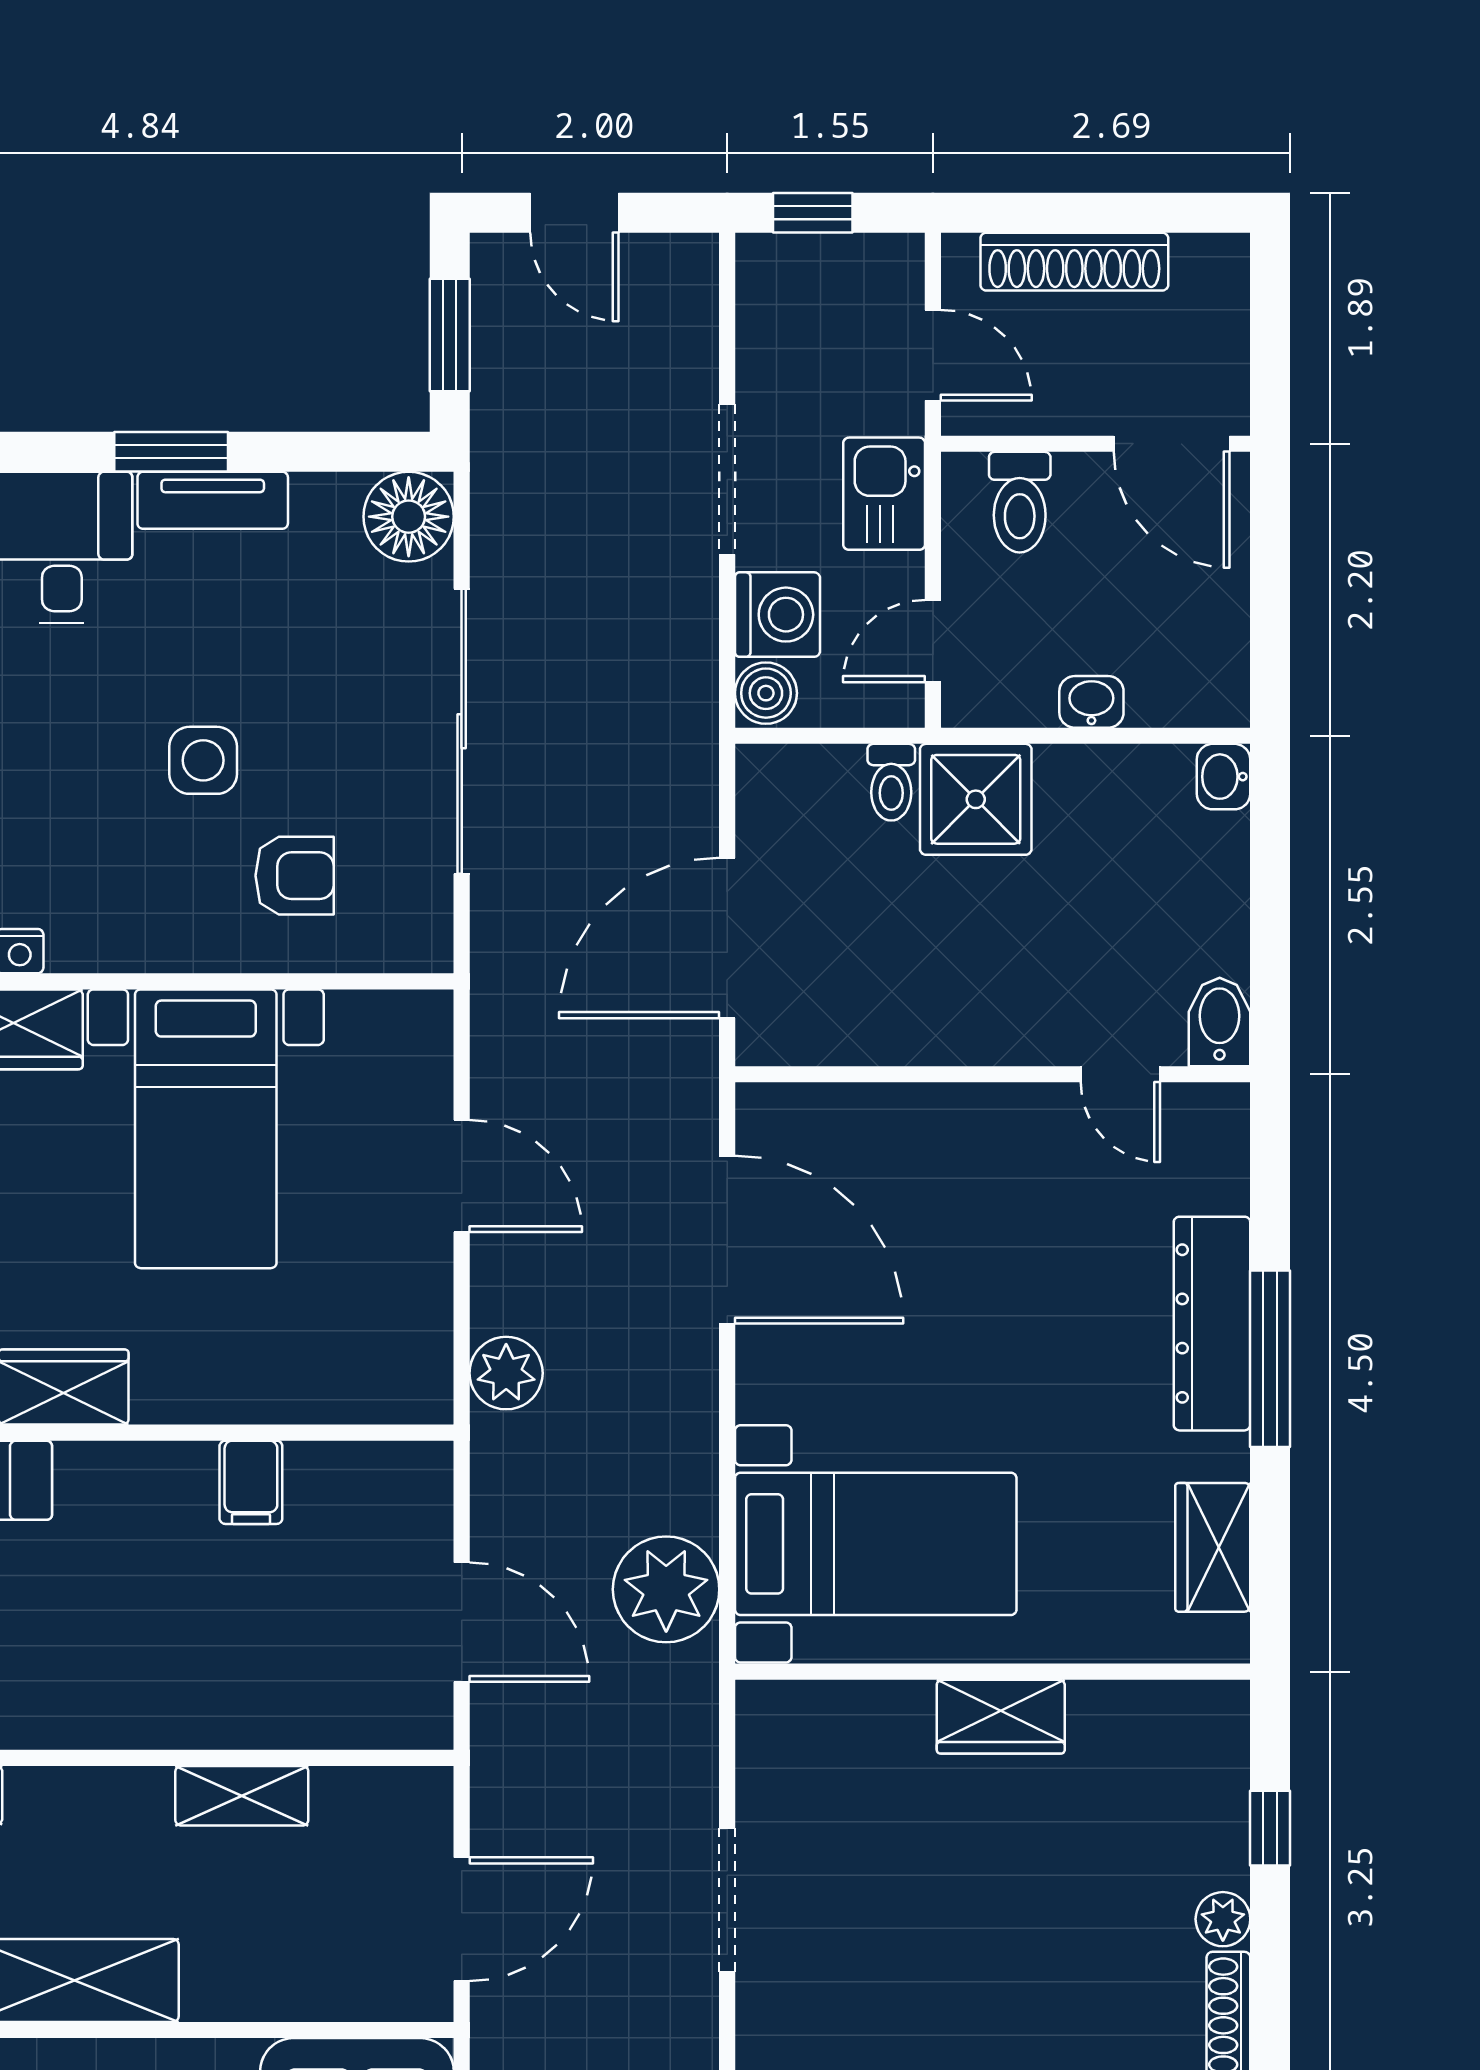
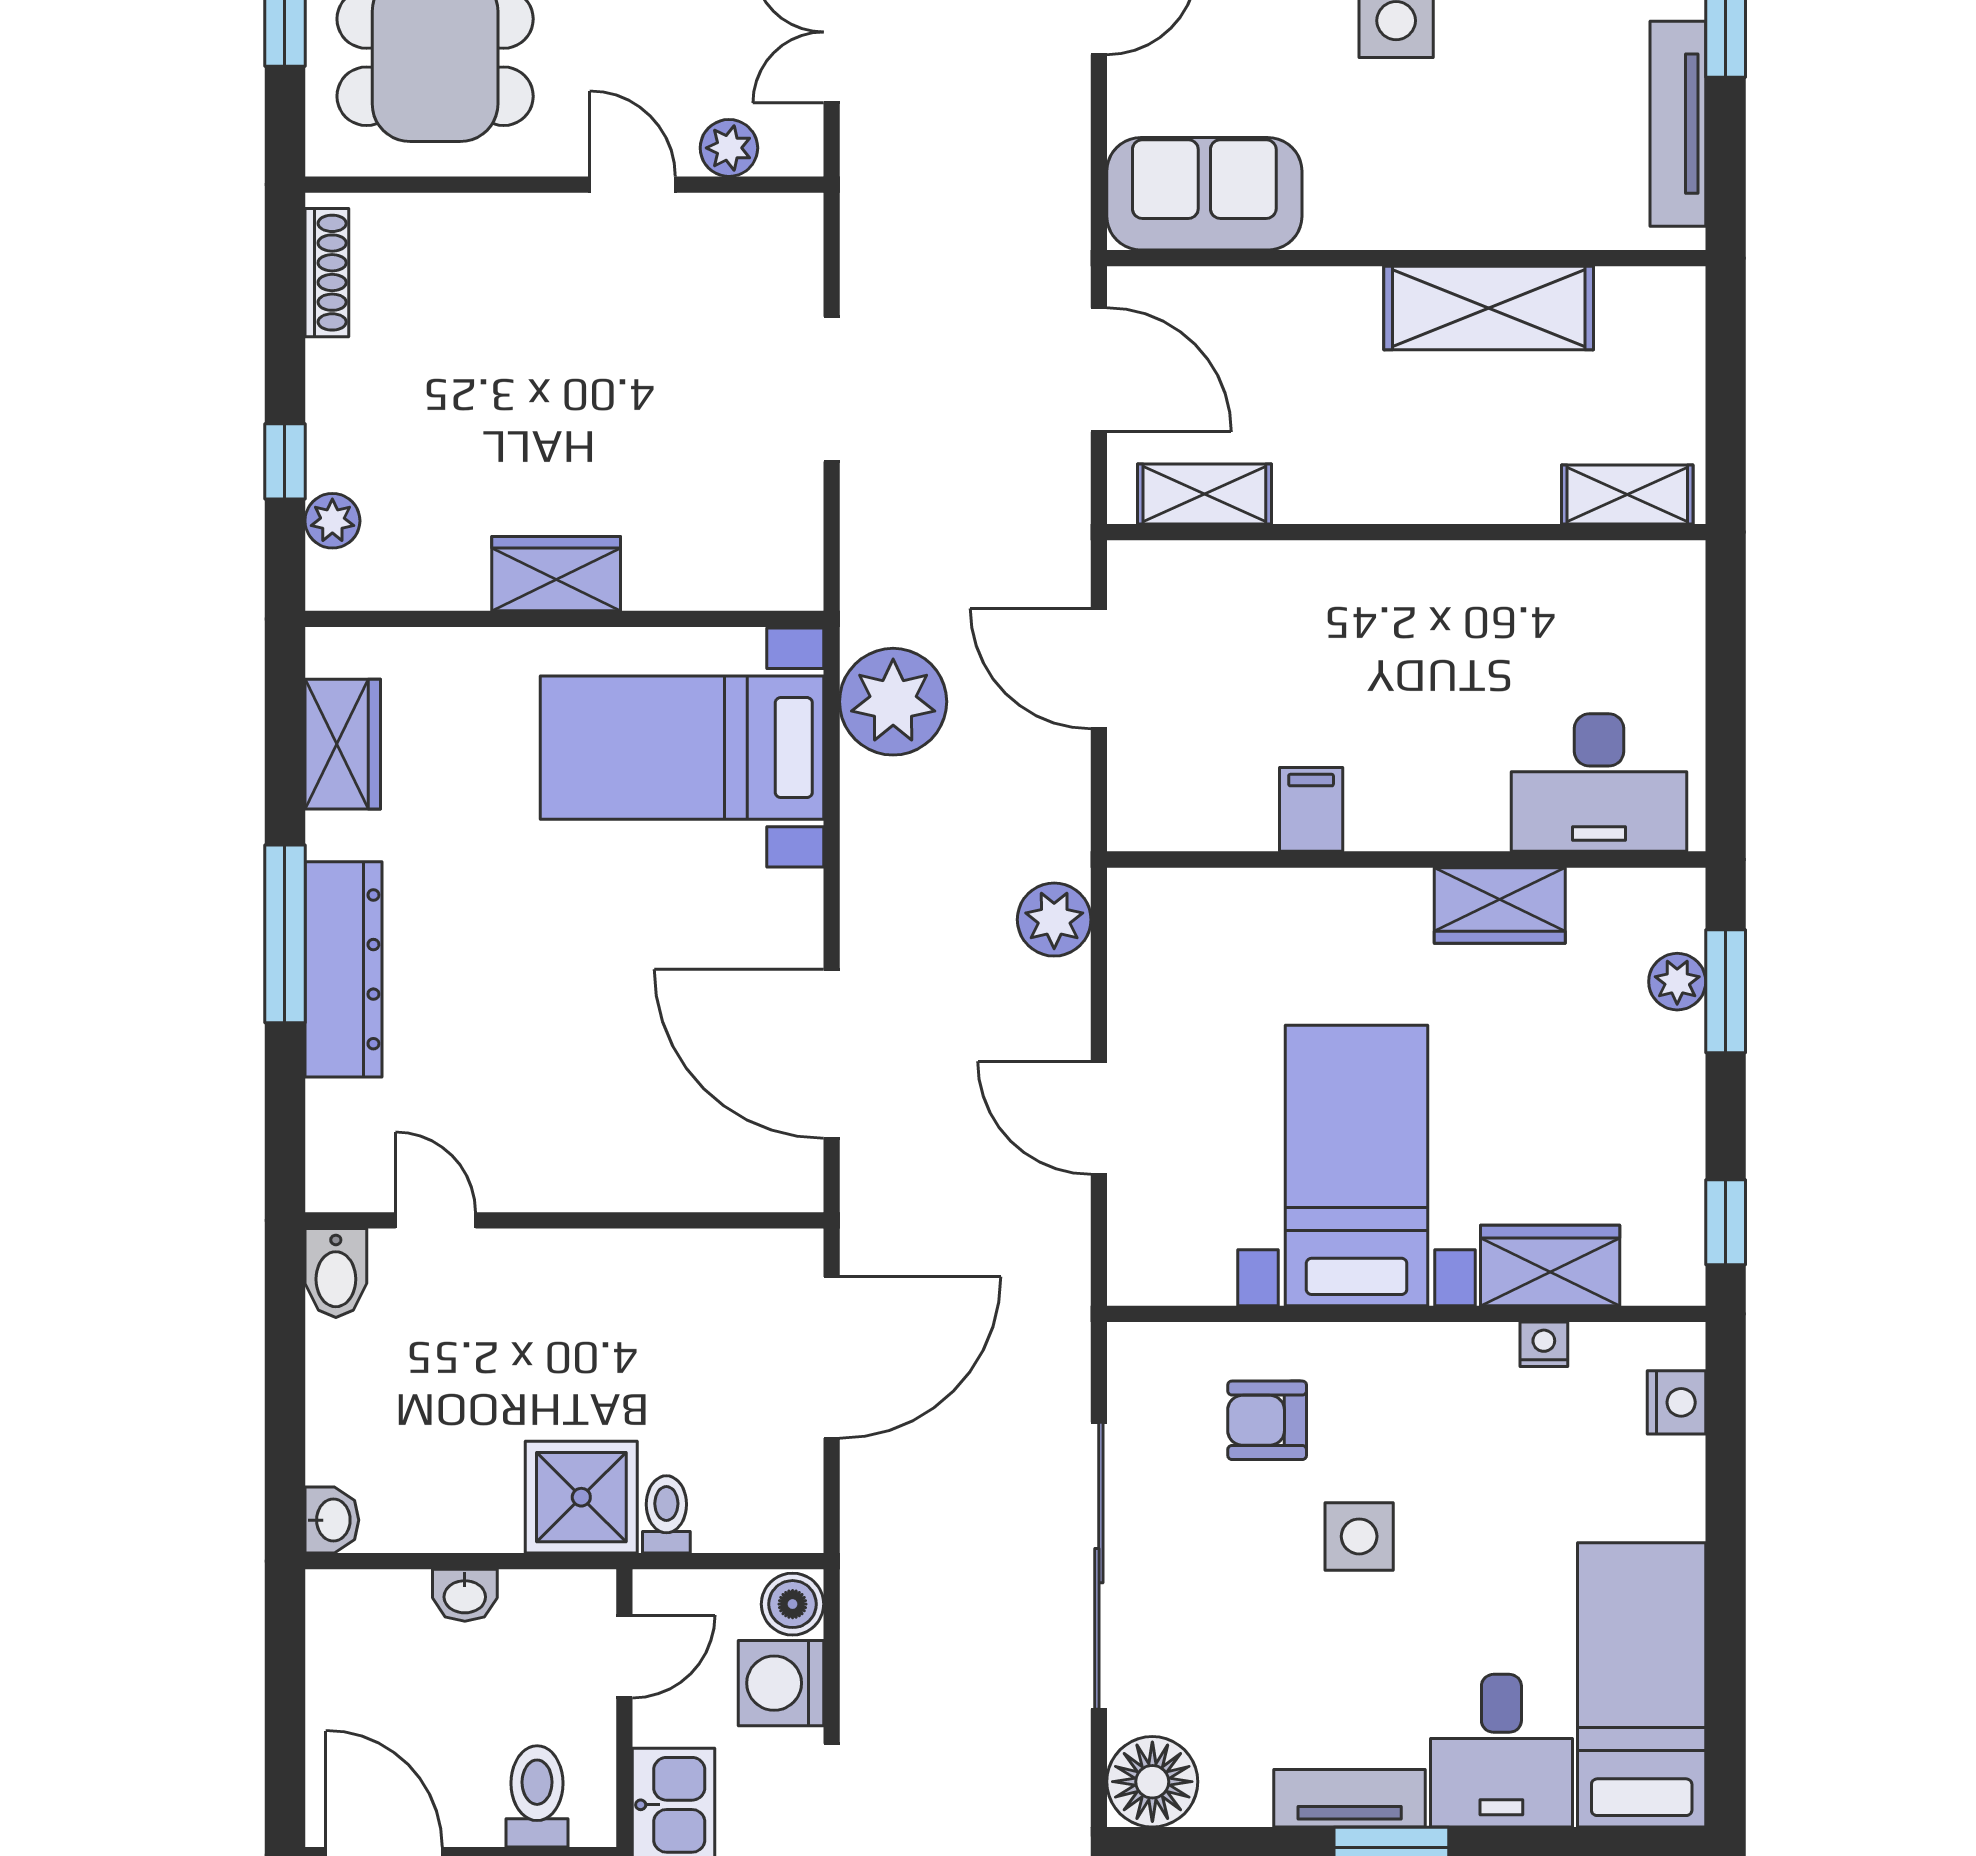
shelving: (242, 1796) -> (1204, 494), moved
door: (462, 1919) -> (1099, 370), swing flipped
plant: (1223, 1919) -> (332, 521), moved

